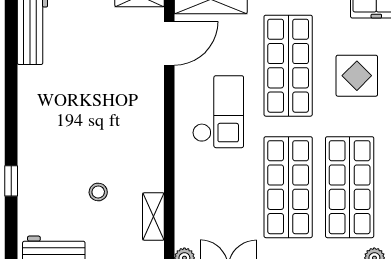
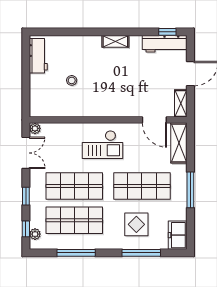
checkout: (218, 112) -> (102, 145), moved
window: (11, 181) -> (167, 32), moved
shelving: (153, 217) -> (115, 41), moved

